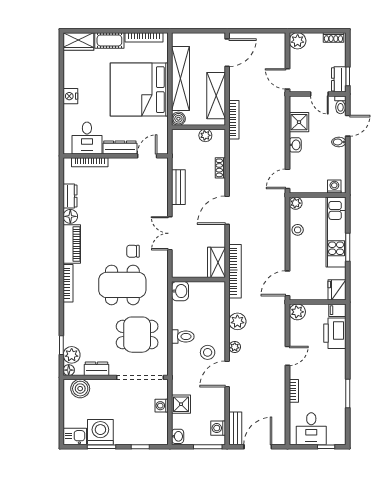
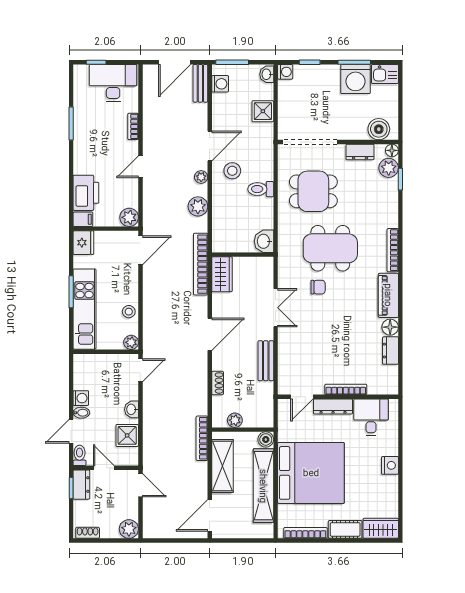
bookcase: (90, 162) -> (346, 389), moved
washing machine: (334, 187) -> (81, 398), moved, turned -90
washing machine: (162, 406) -> (285, 72), moved
desk: (311, 429) -> (113, 83), width x1.37

